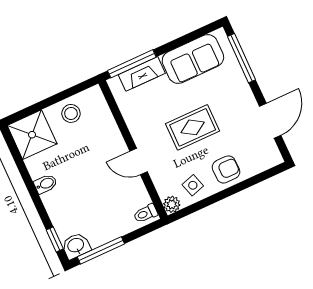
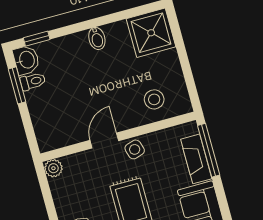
stool: (71, 113) -> (154, 99), moved
side table: (193, 185) -> (135, 149), moved
toilet: (146, 213) -> (33, 81), moved, turned 90
window: (101, 250) -> (17, 85), width x0.69

